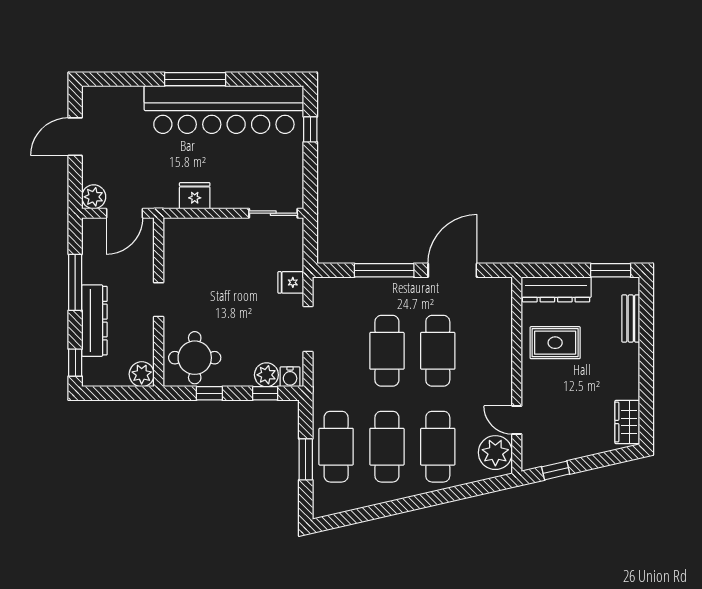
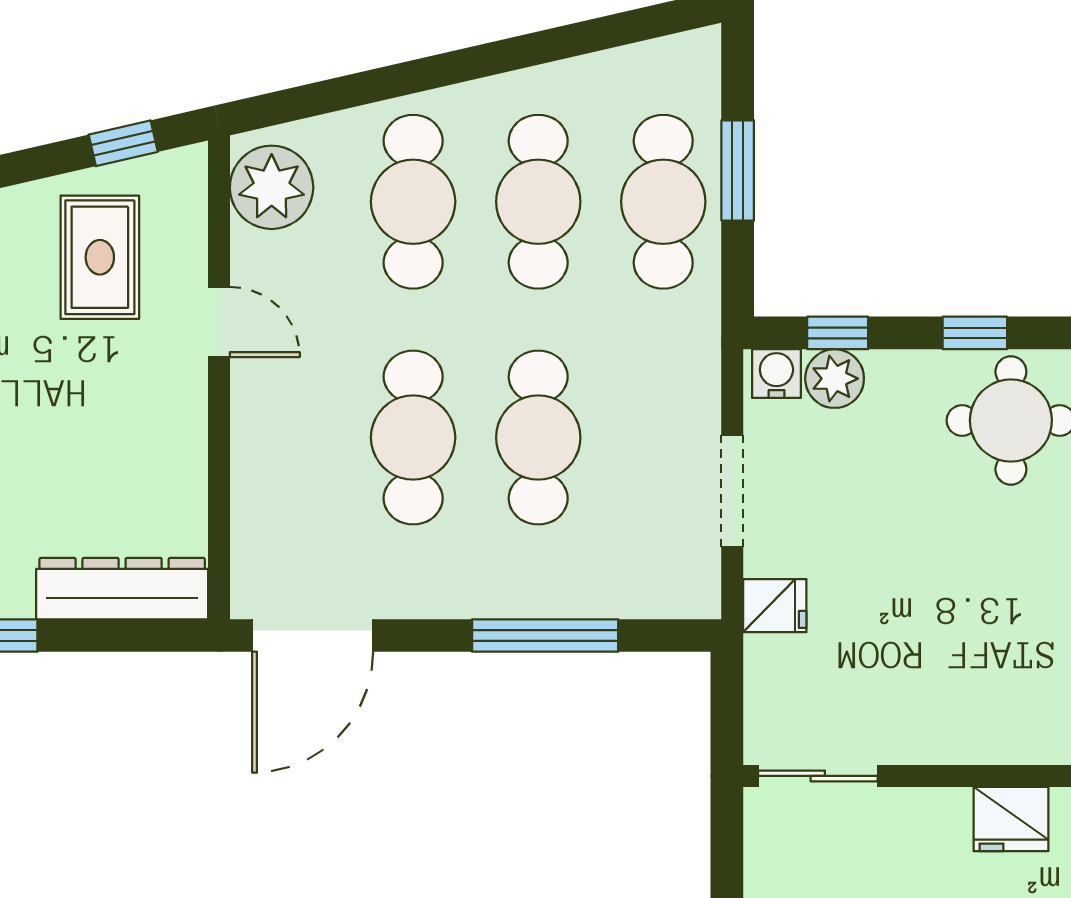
door: (452, 270) -> (313, 636), moved
rug: (555, 343) -> (100, 257), moved, turned 90
door: (517, 420) -> (219, 322), moved

